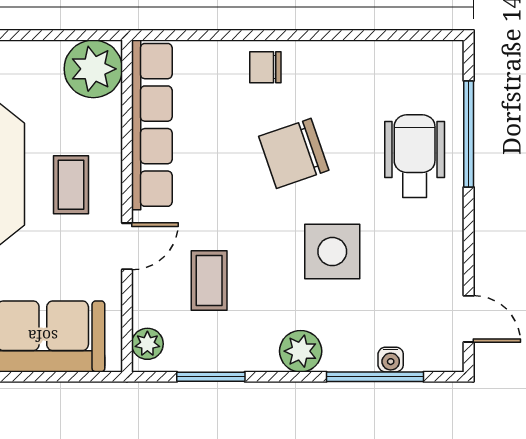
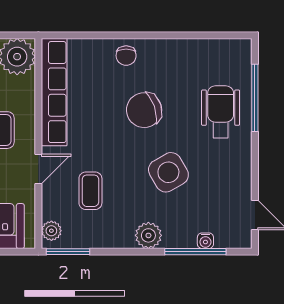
chair: (265, 67) -> (126, 56), turned -90
side table: (332, 252) -> (168, 172), turned -30
window: (211, 377) -> (68, 252), moved

